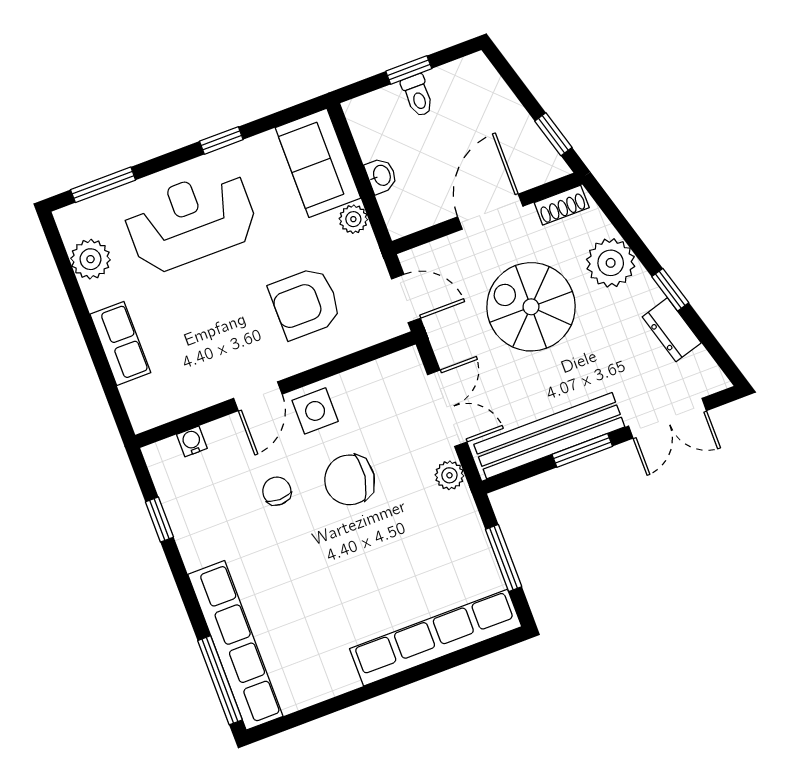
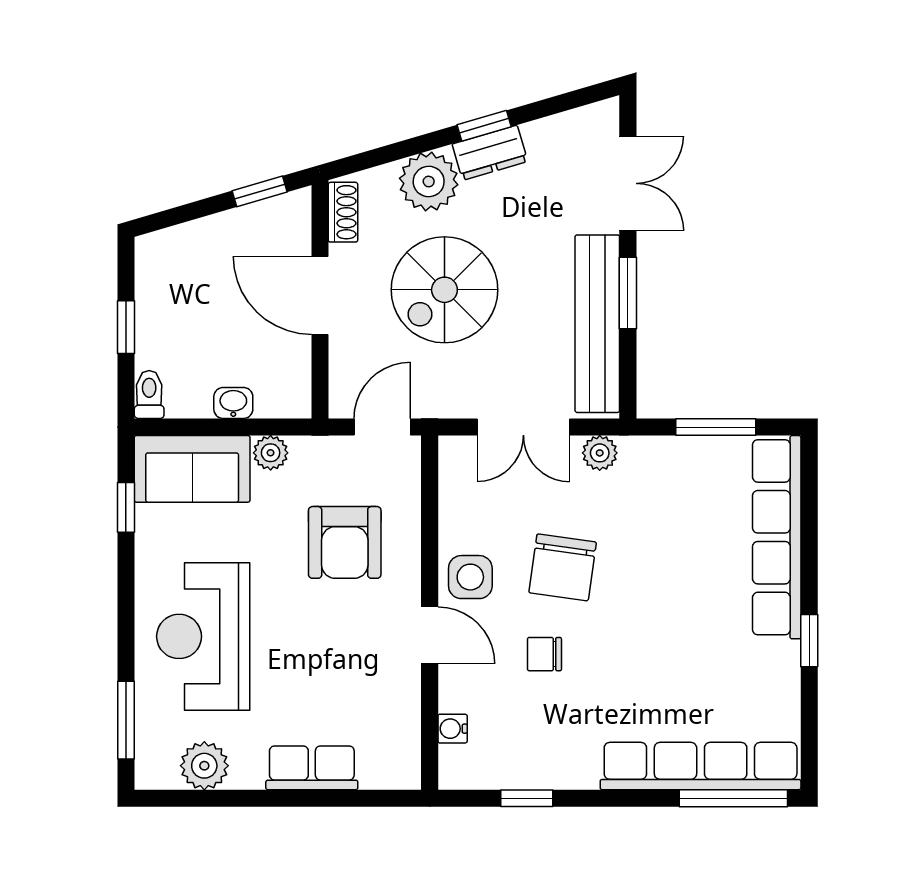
toilet: (418, 95) -> (149, 395), moved, turned -90
window: (221, 140) -> (126, 507), moved
dresser: (672, 330) -> (490, 153), moved
double door: (447, 408) -> (523, 427), swing flipped
window: (365, 693) -> (809, 641), added

